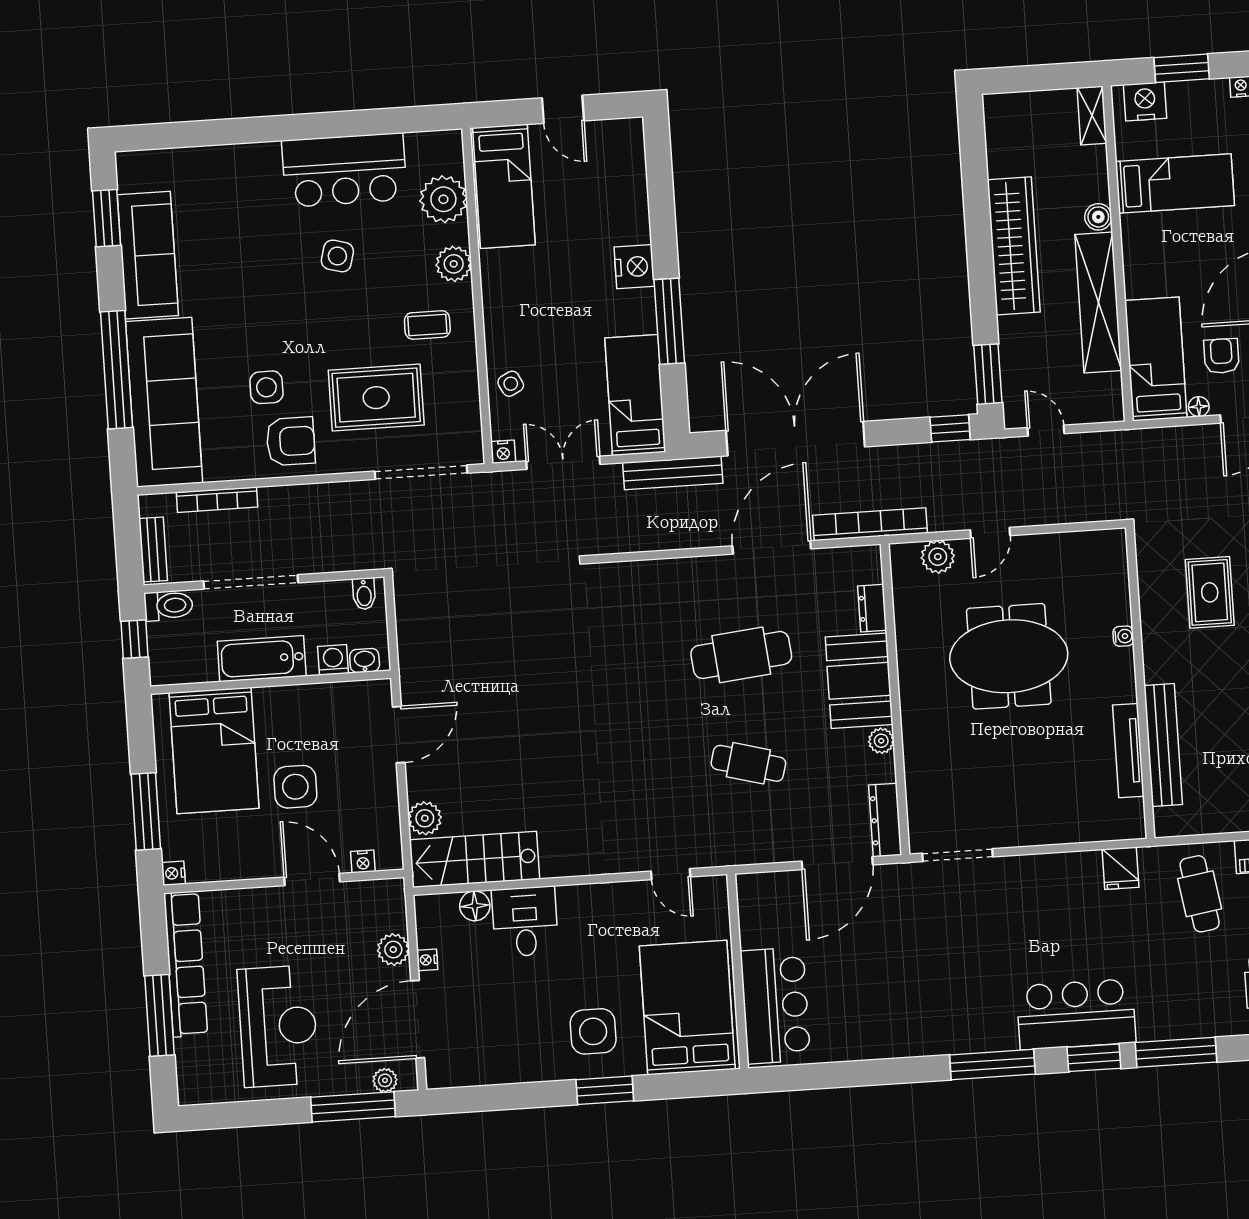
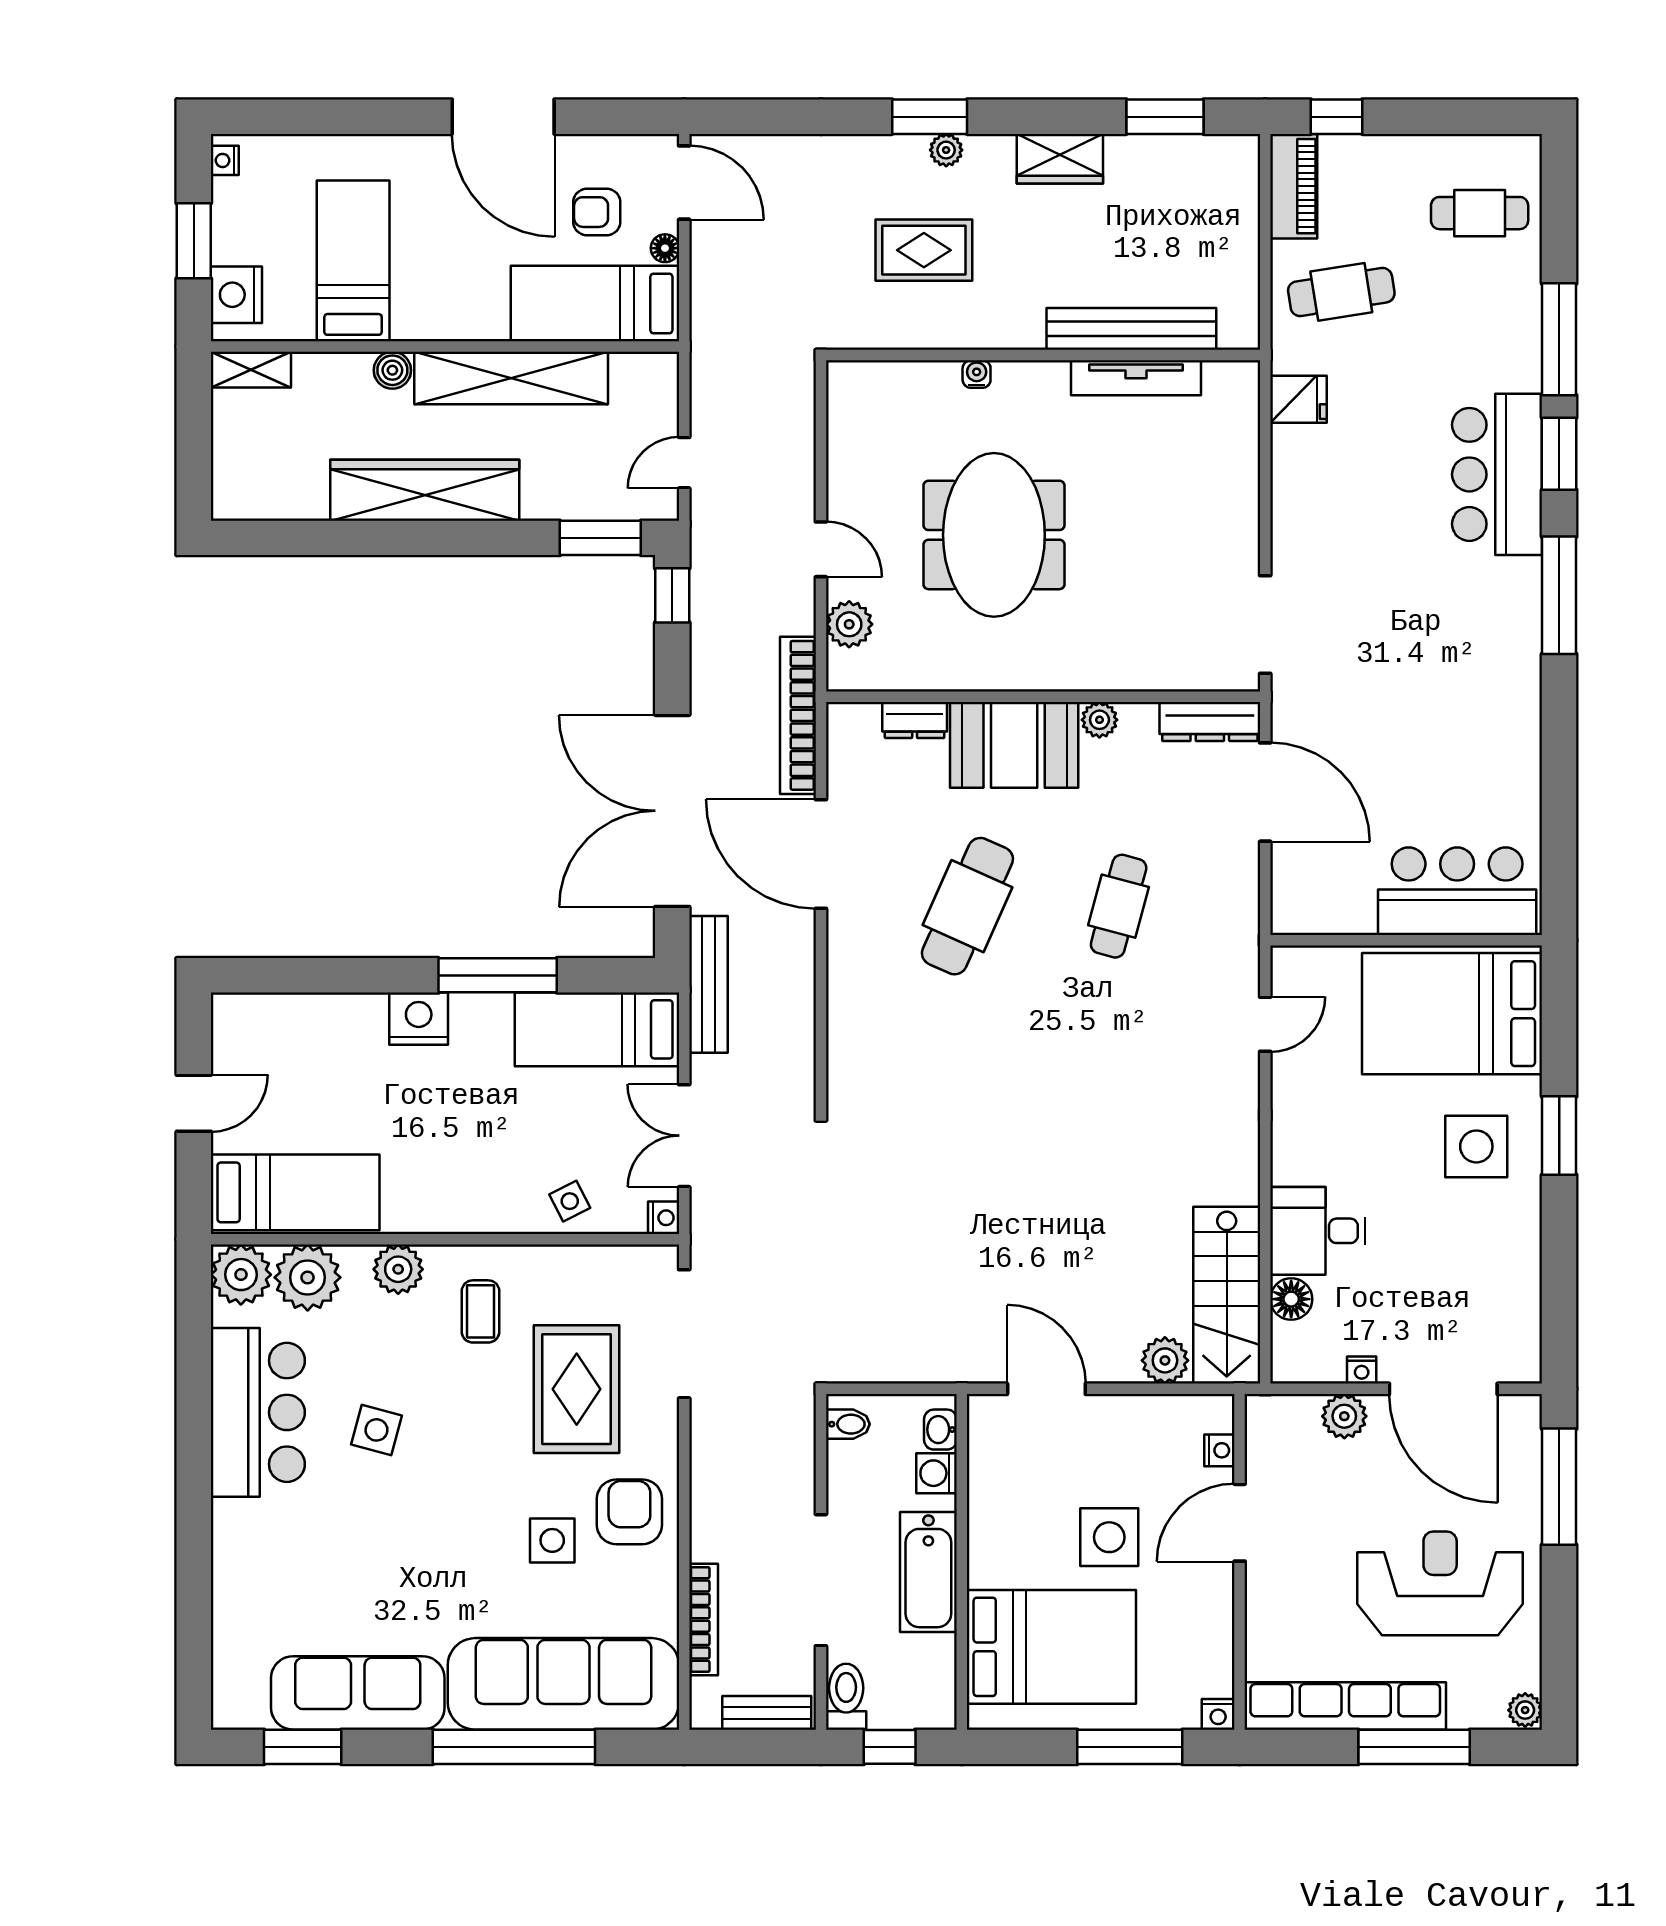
plant: (442, 151) -> (241, 1275), added
cafe table: (741, 655) -> (967, 906), turned 30
plant: (385, 1080) -> (1525, 1710), moved

